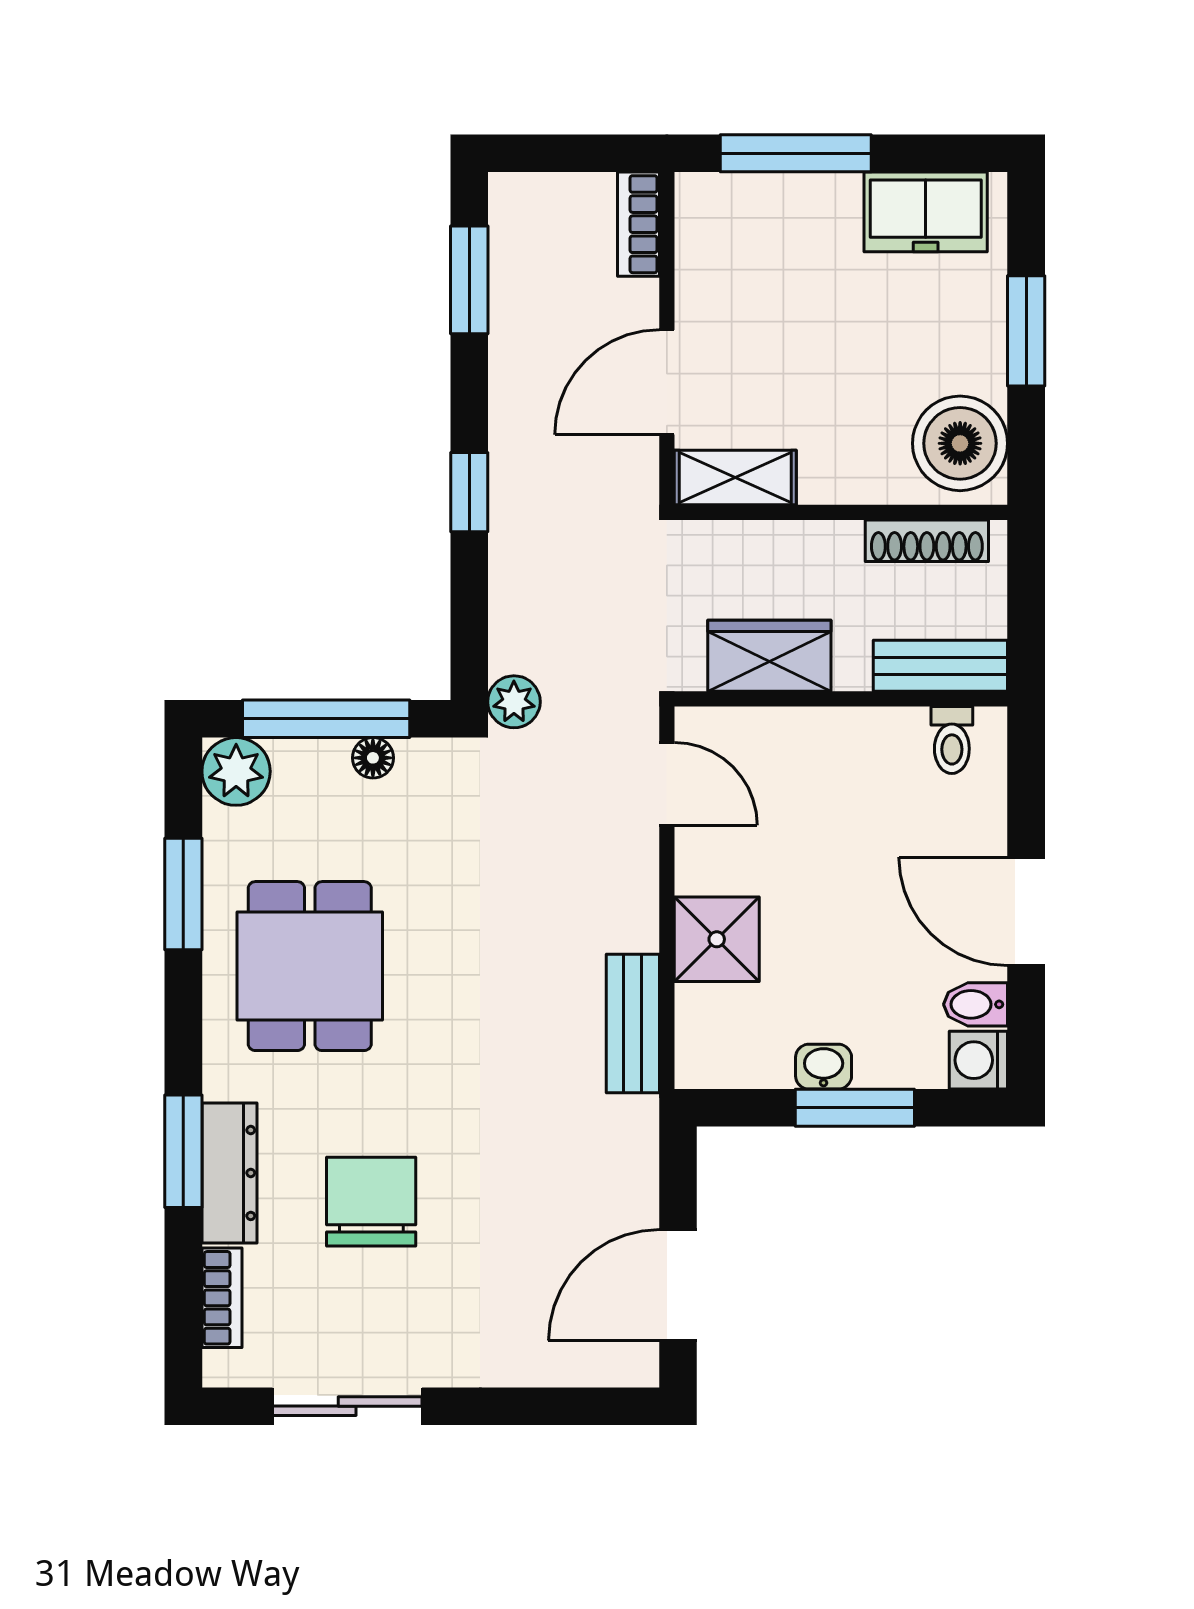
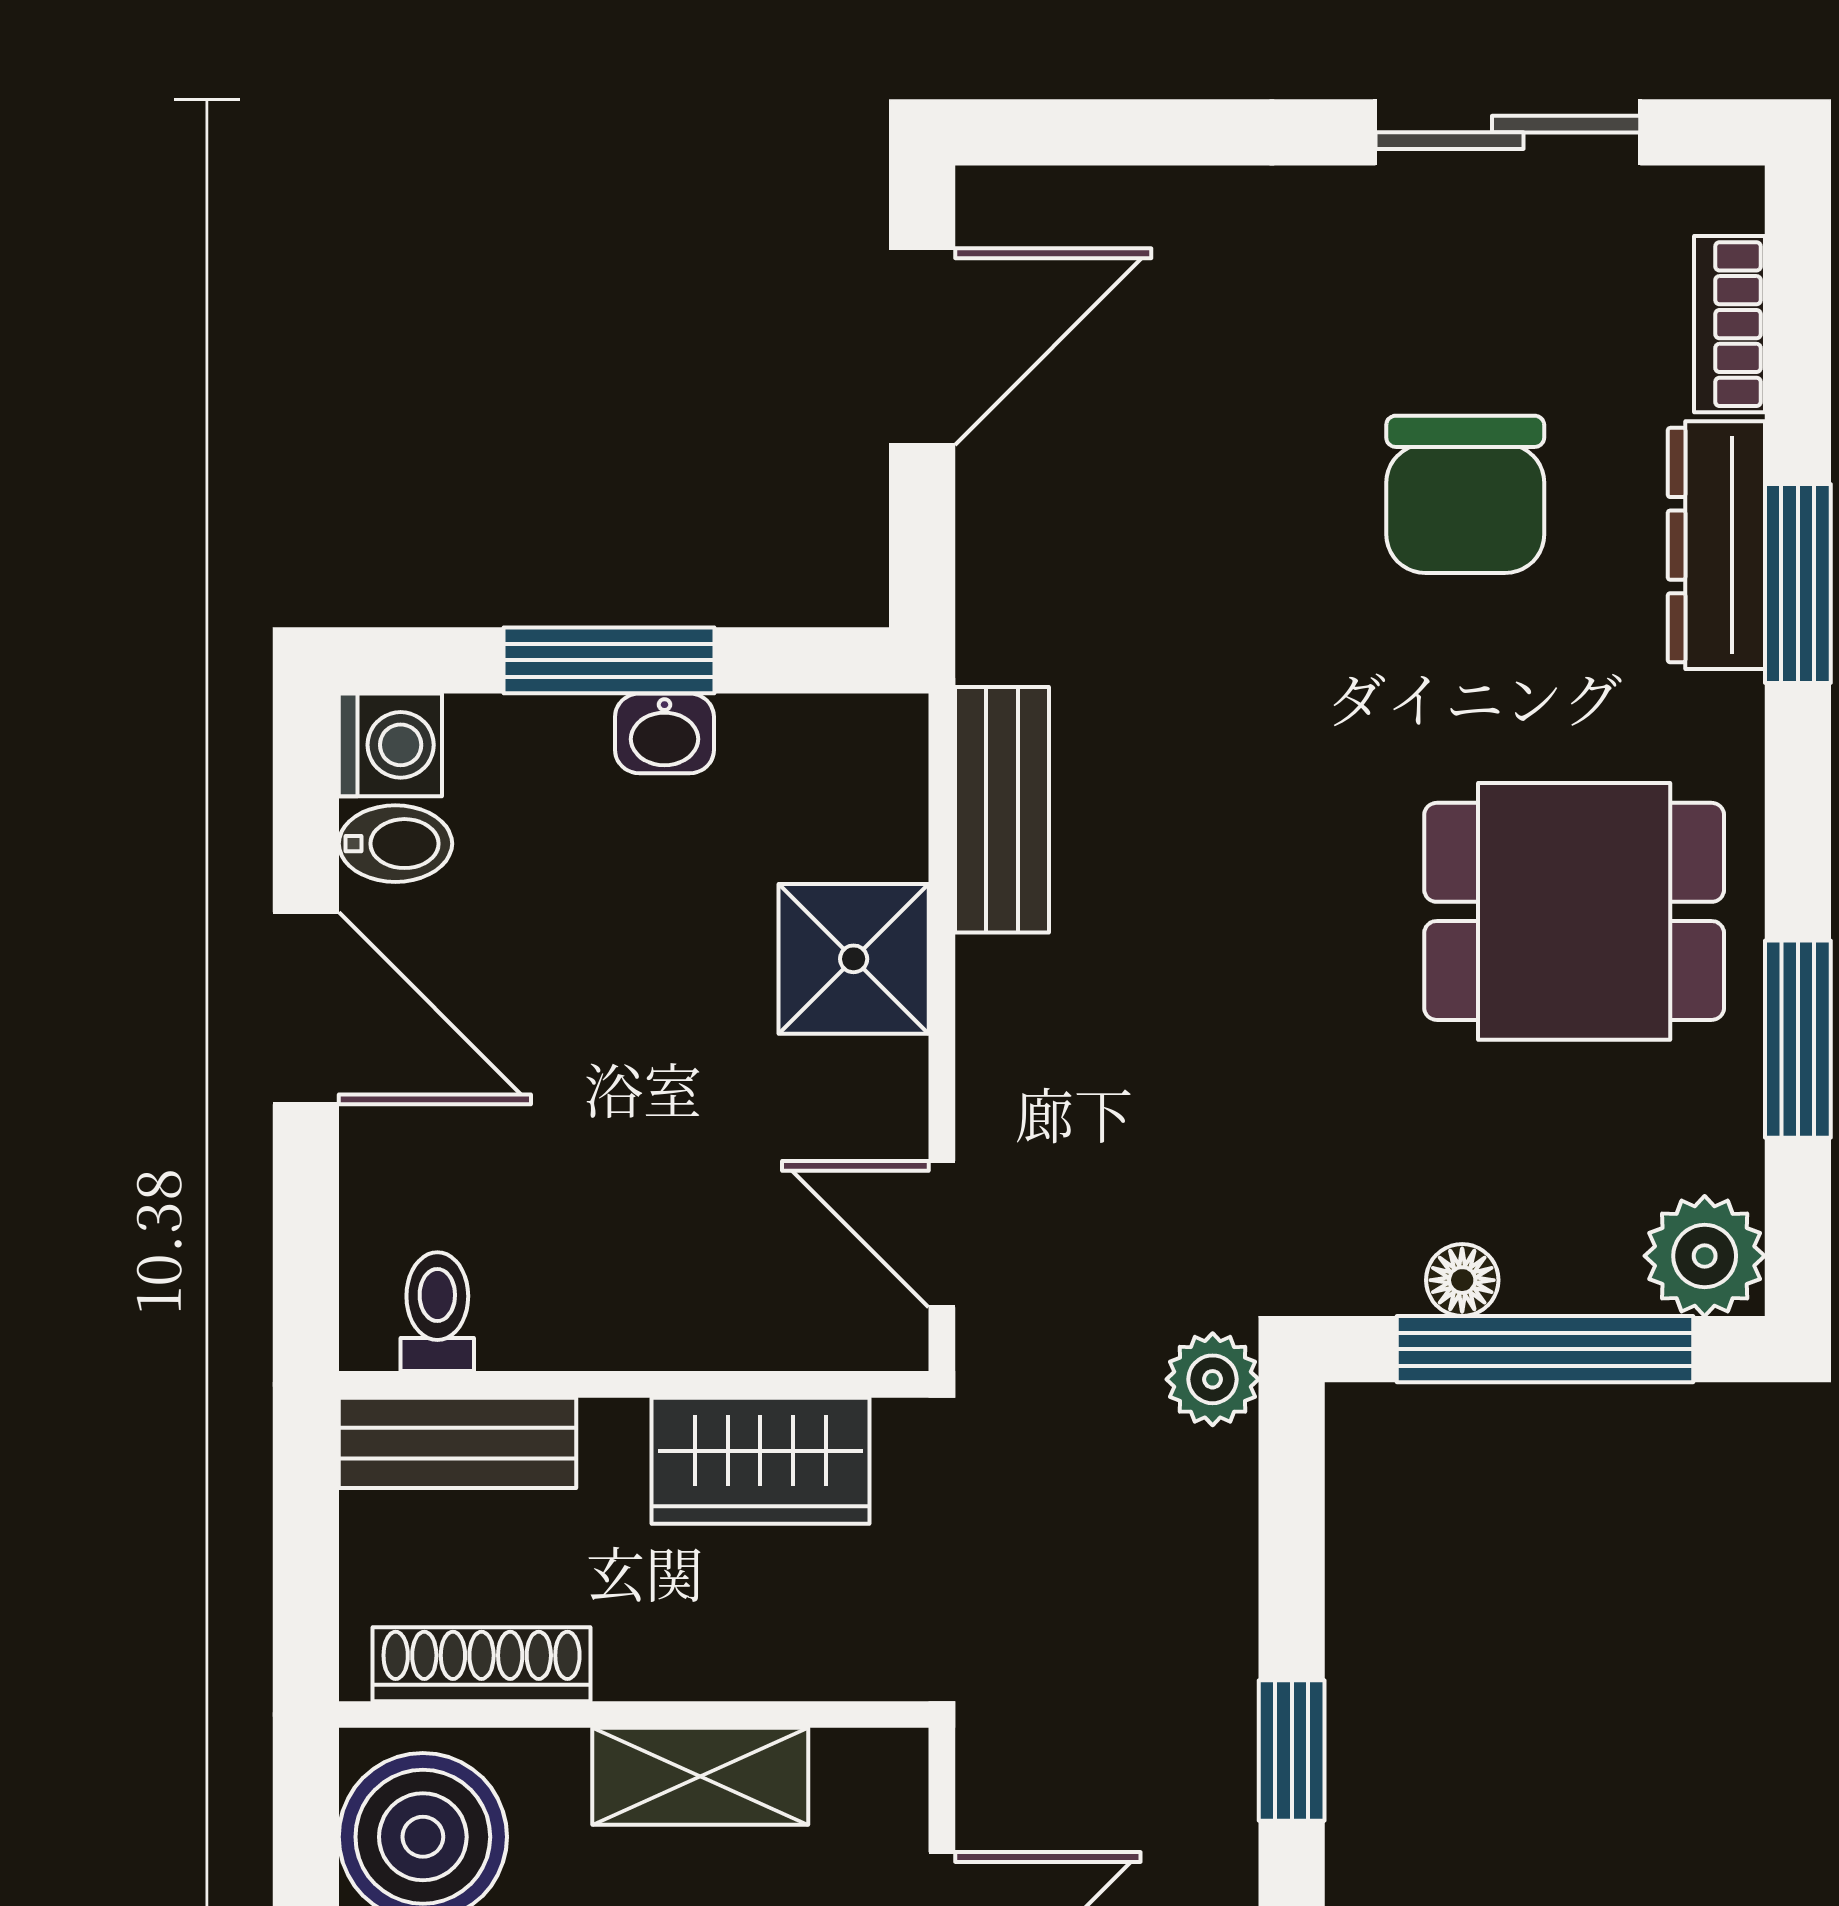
shelving: (735, 478) -> (700, 1776), moved
dining table: (310, 966) -> (1574, 911), turned 90

